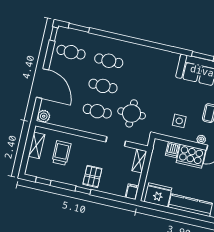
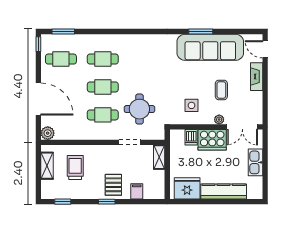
filing cabinet: (132, 192) -> (137, 191), moved

